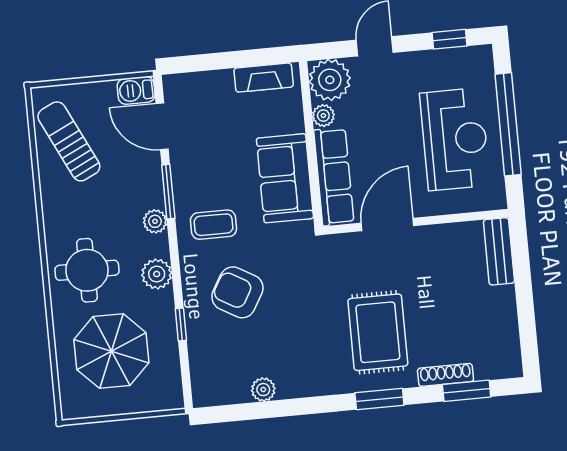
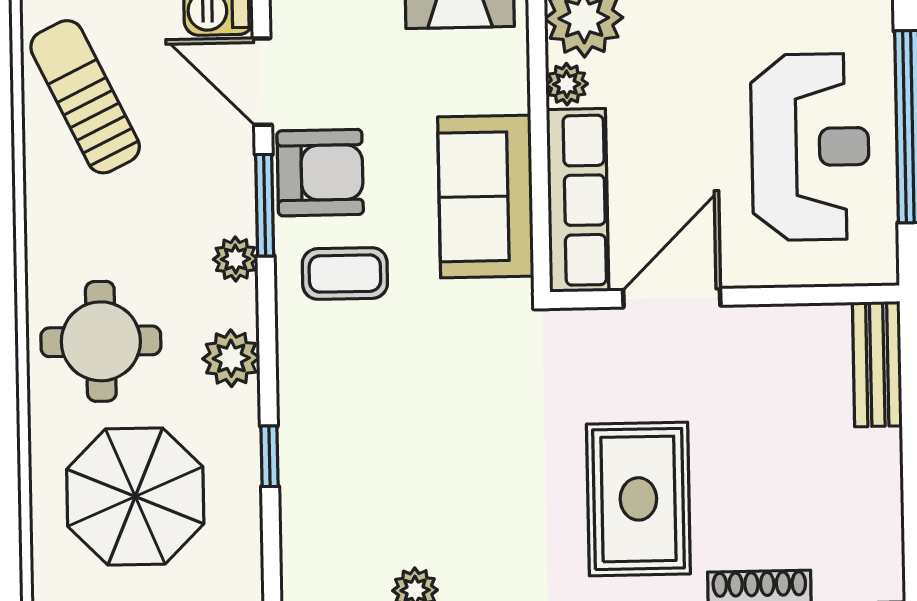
armchair: (237, 292) -> (320, 173), moved, turned 150

